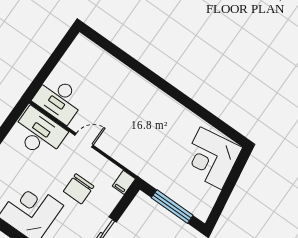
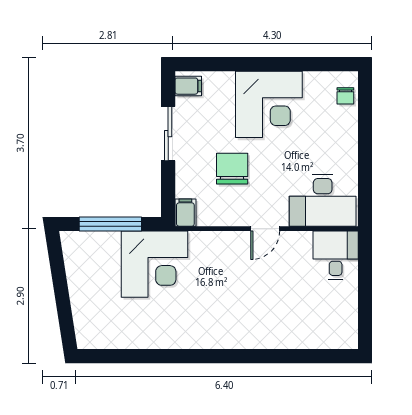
desk: (59, 99) -> (336, 255), width x0.73
corner desk: (211, 158) -> (155, 264), moved, turned 99

